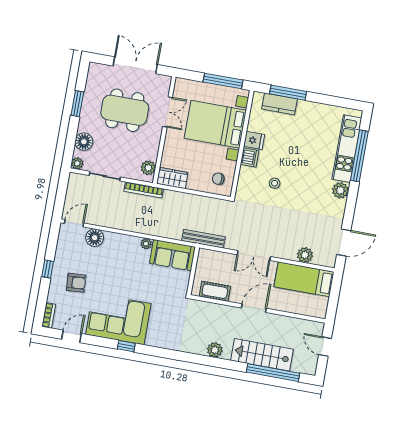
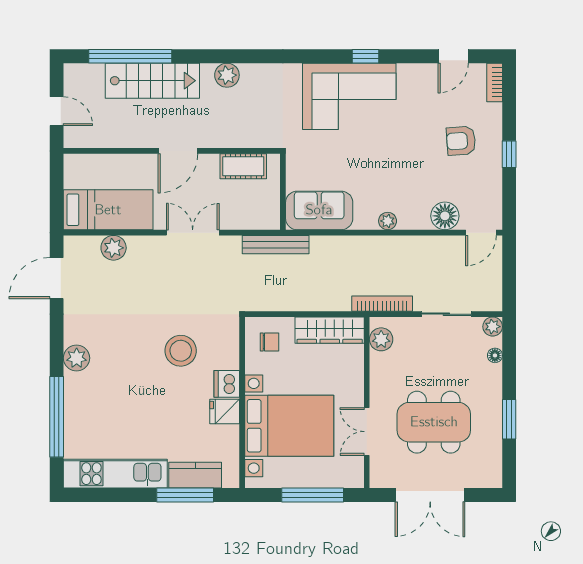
window: (223, 81) -> (313, 495), moved
floor lamp: (84, 142) -> (495, 355), width x0.53, depth x0.53
kitchen unit: (347, 149) -> (115, 474), moved, turned -90
wardrobe: (172, 178) -> (330, 330), width x1.50
stool: (275, 183) -> (181, 351), width x1.89, depth x1.89
plant: (146, 244) -> (388, 221), moved
corner sofa: (118, 319) -> (349, 96), moved

